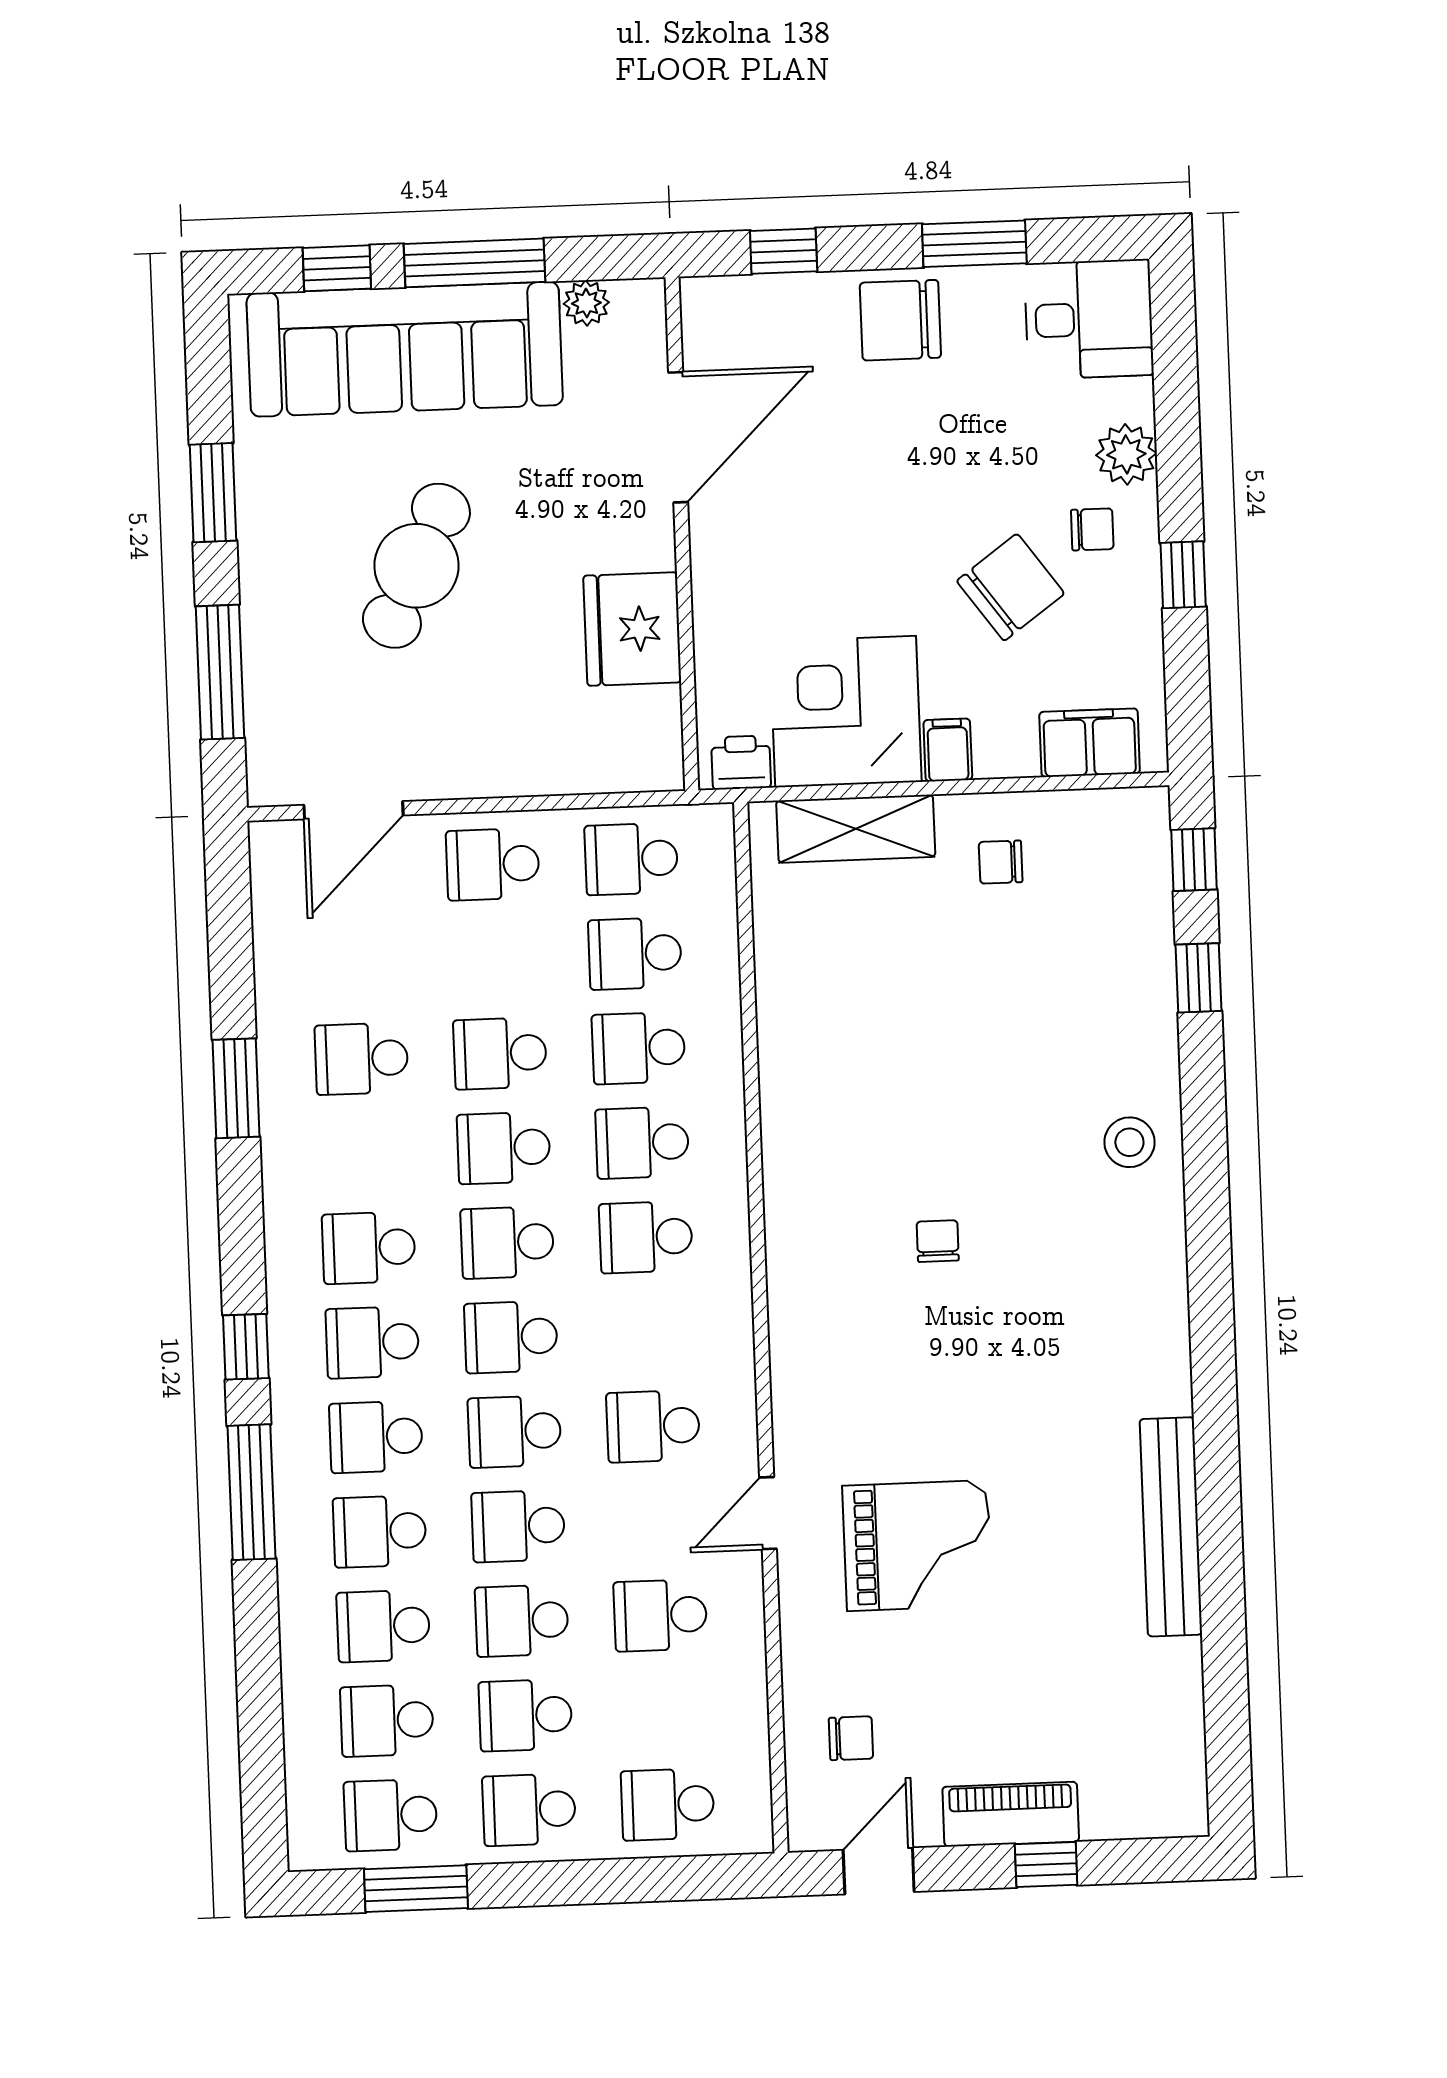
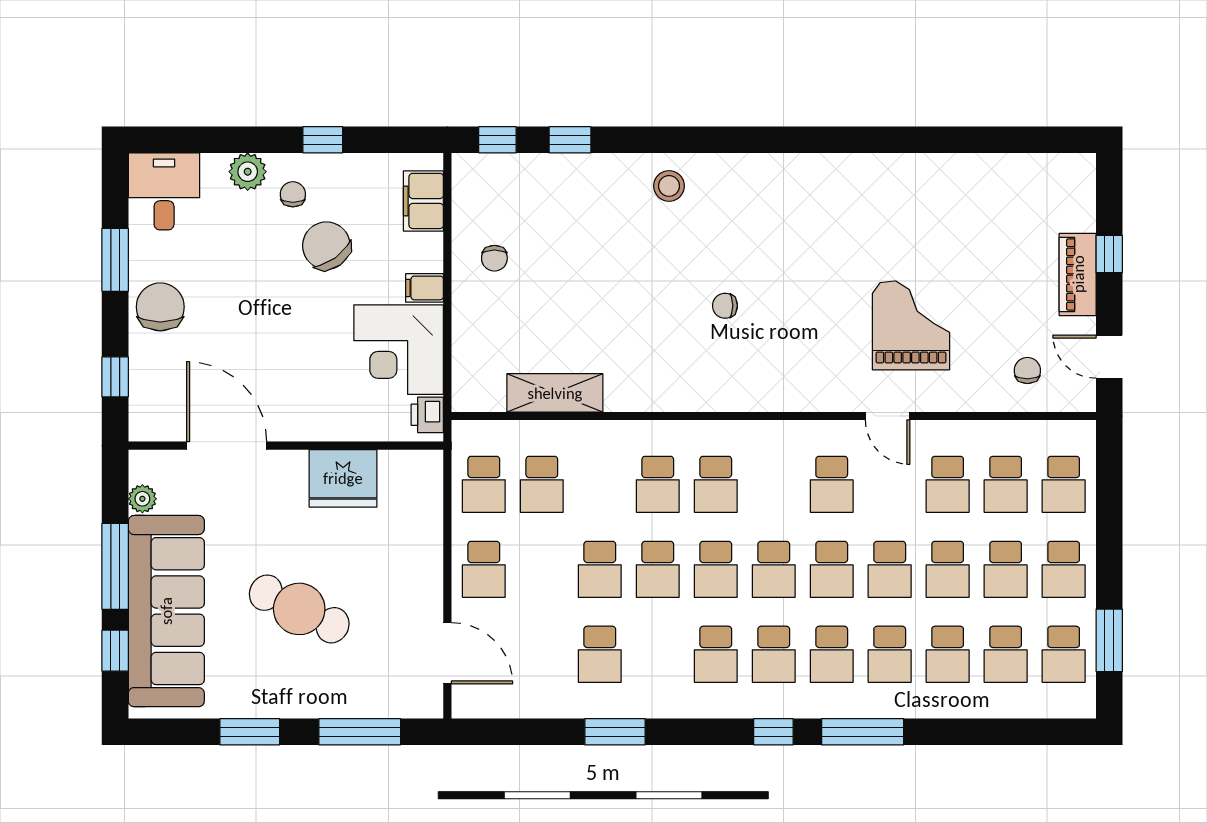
chair: (900, 320) -> (160, 307), turned 180
shelving: (856, 829) -> (555, 393), moved, turned 90
school desk: (639, 1048) -> (1006, 484), moved
bench: (1171, 1527) -> (905, 170), removed

